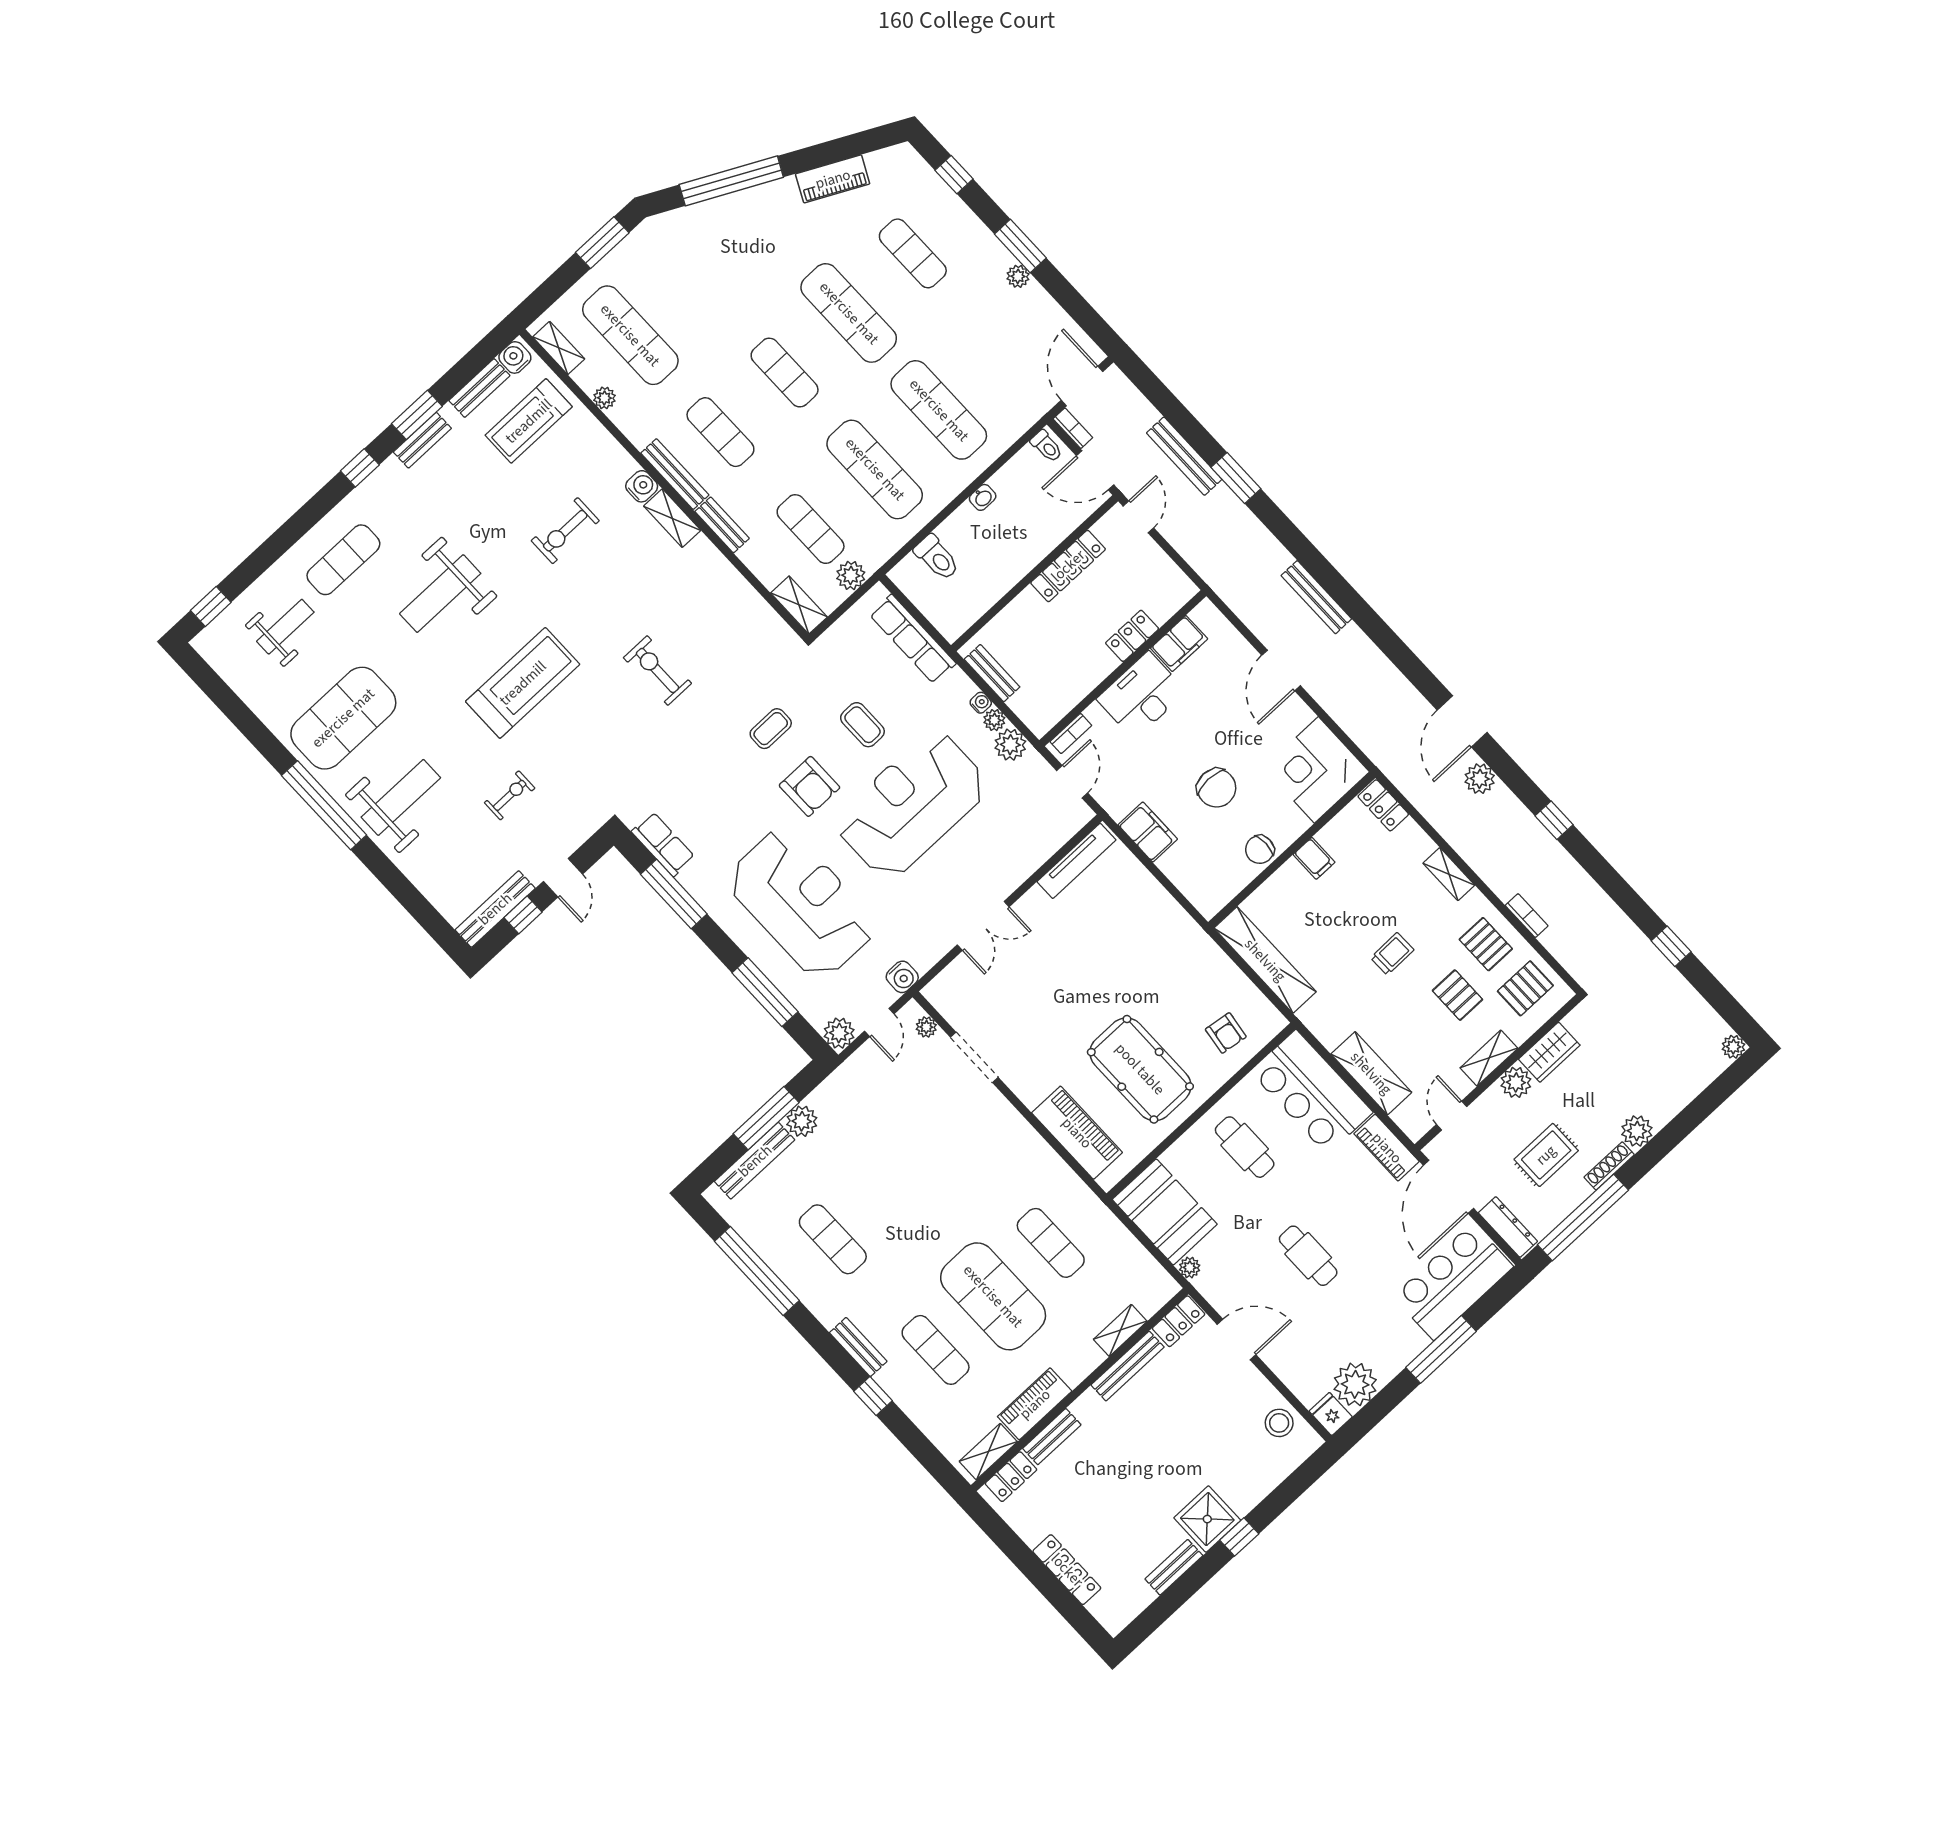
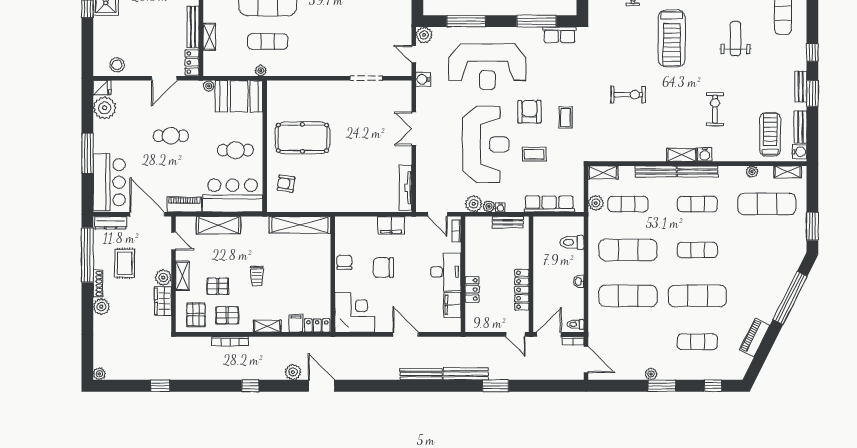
bench: (1184, 456) -> (466, 374), moved
bench: (722, 525) -> (656, 172), width x1.36
weight bench: (440, 594) -> (735, 39), width x0.73, depth x0.75
armchair: (809, 786) -> (529, 112), turned 90
filing cabinet: (1314, 858) -> (296, 323), moved, turned 90
bookcase: (1527, 916) -> (230, 341), width x1.56
plant: (926, 1027) -> (261, 71), moved
piano: (1077, 1133) -> (301, 91), removed

